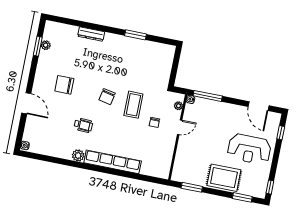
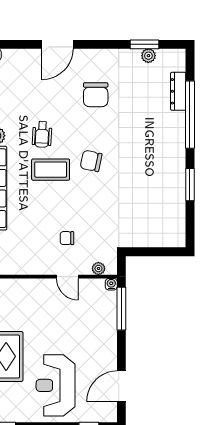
window: (90, 26) -> (190, 115), added
dresser: (91, 34) -> (178, 91), moved
chair: (64, 85) -> (96, 95), turned 180
coffee table: (133, 105) -> (51, 170), moved

